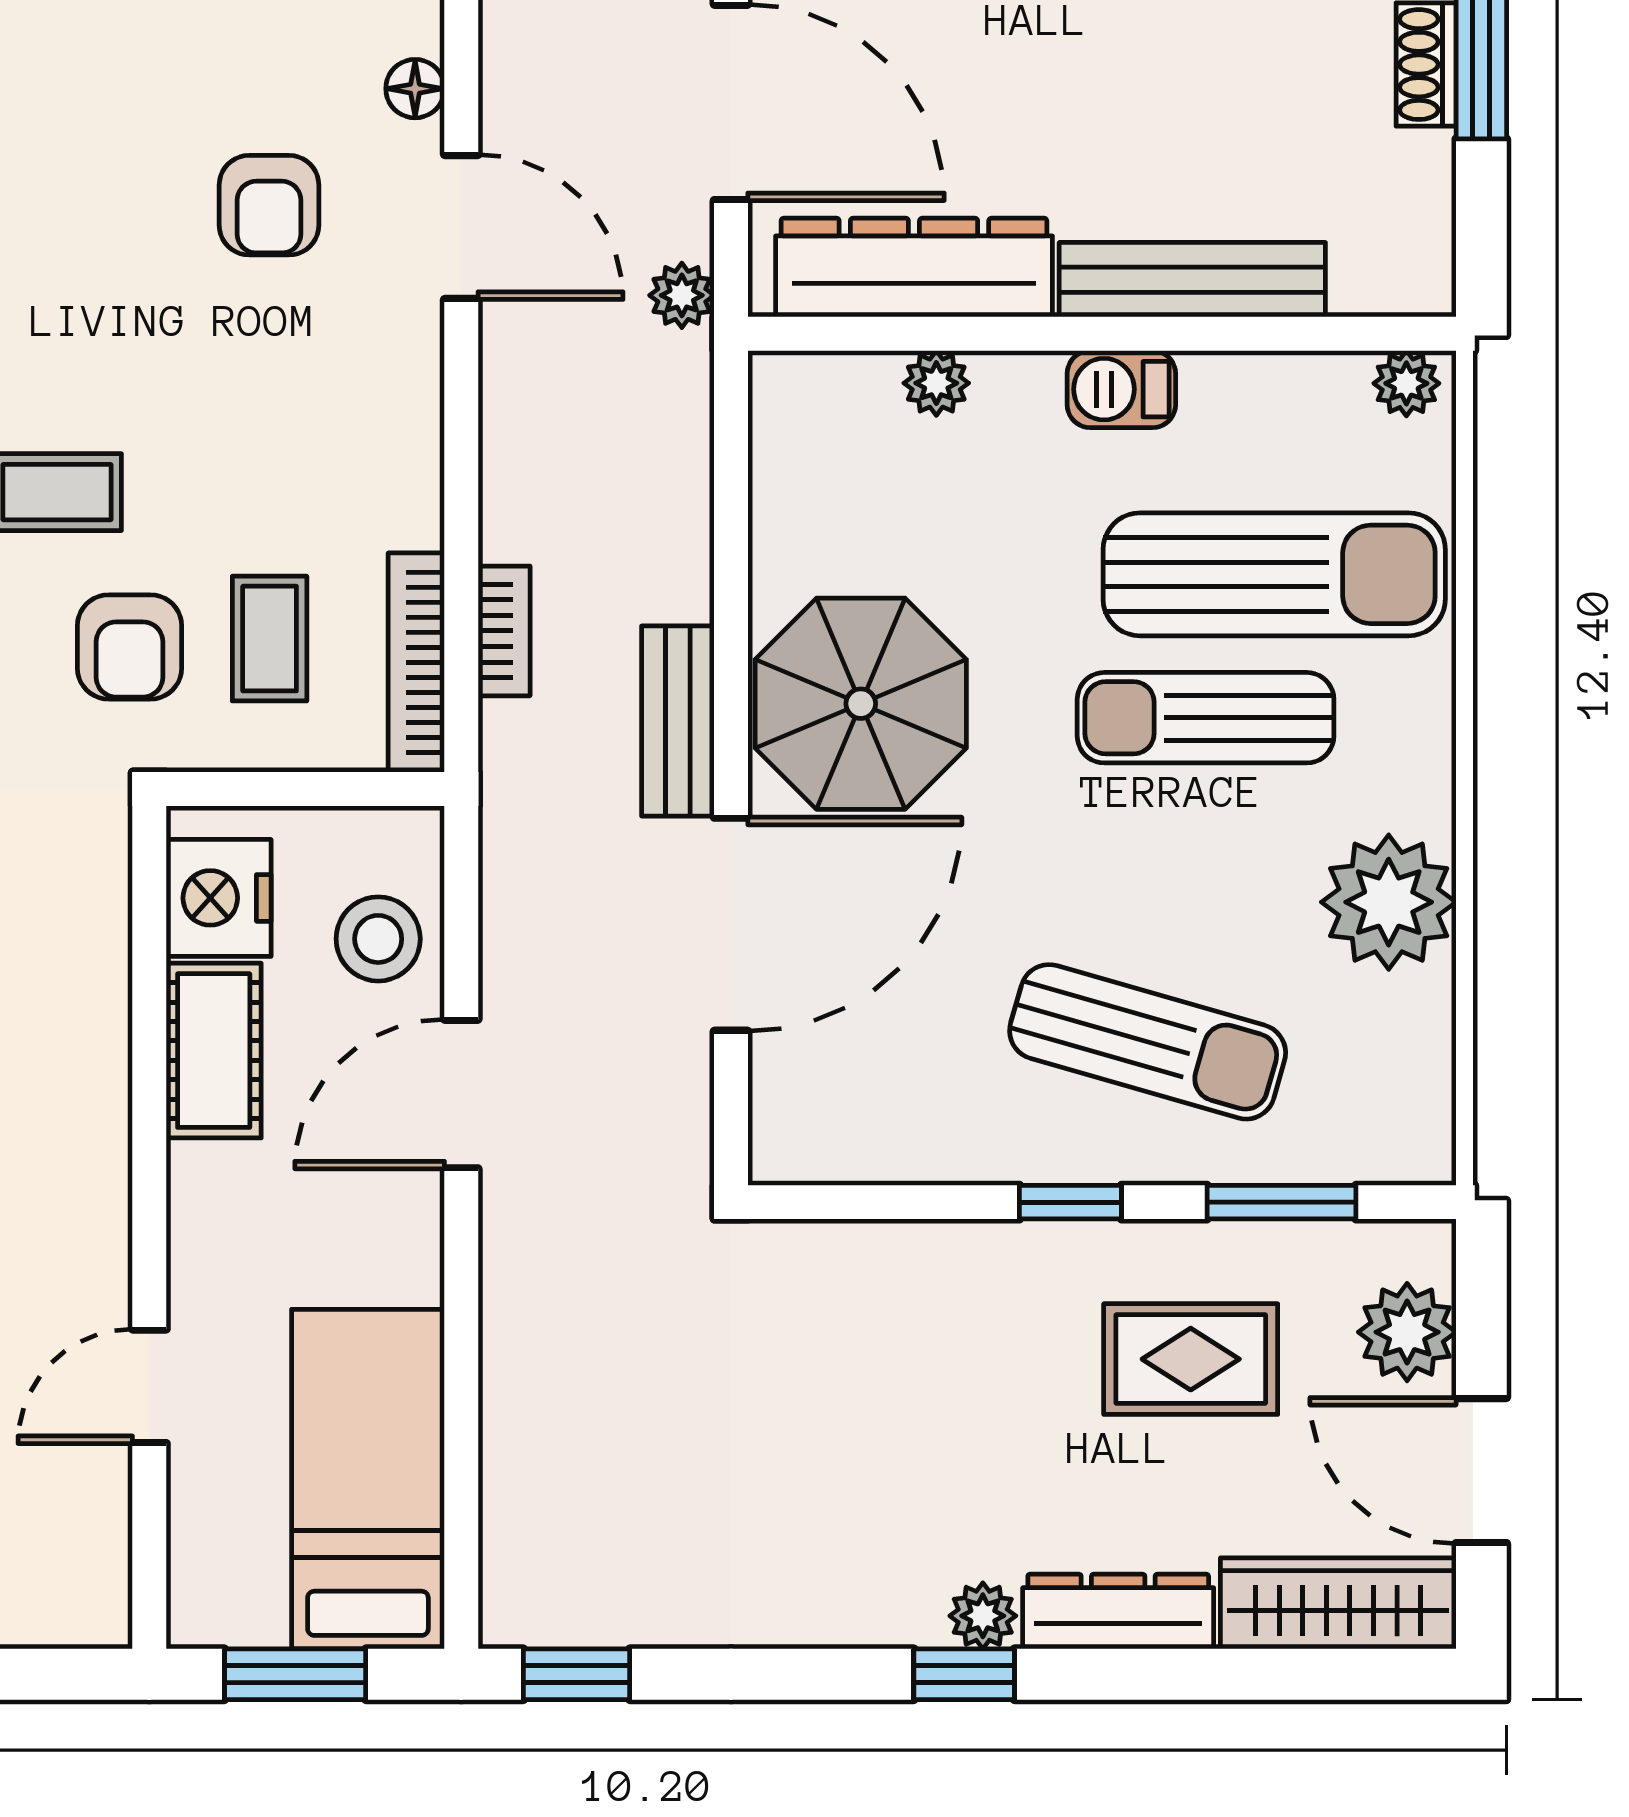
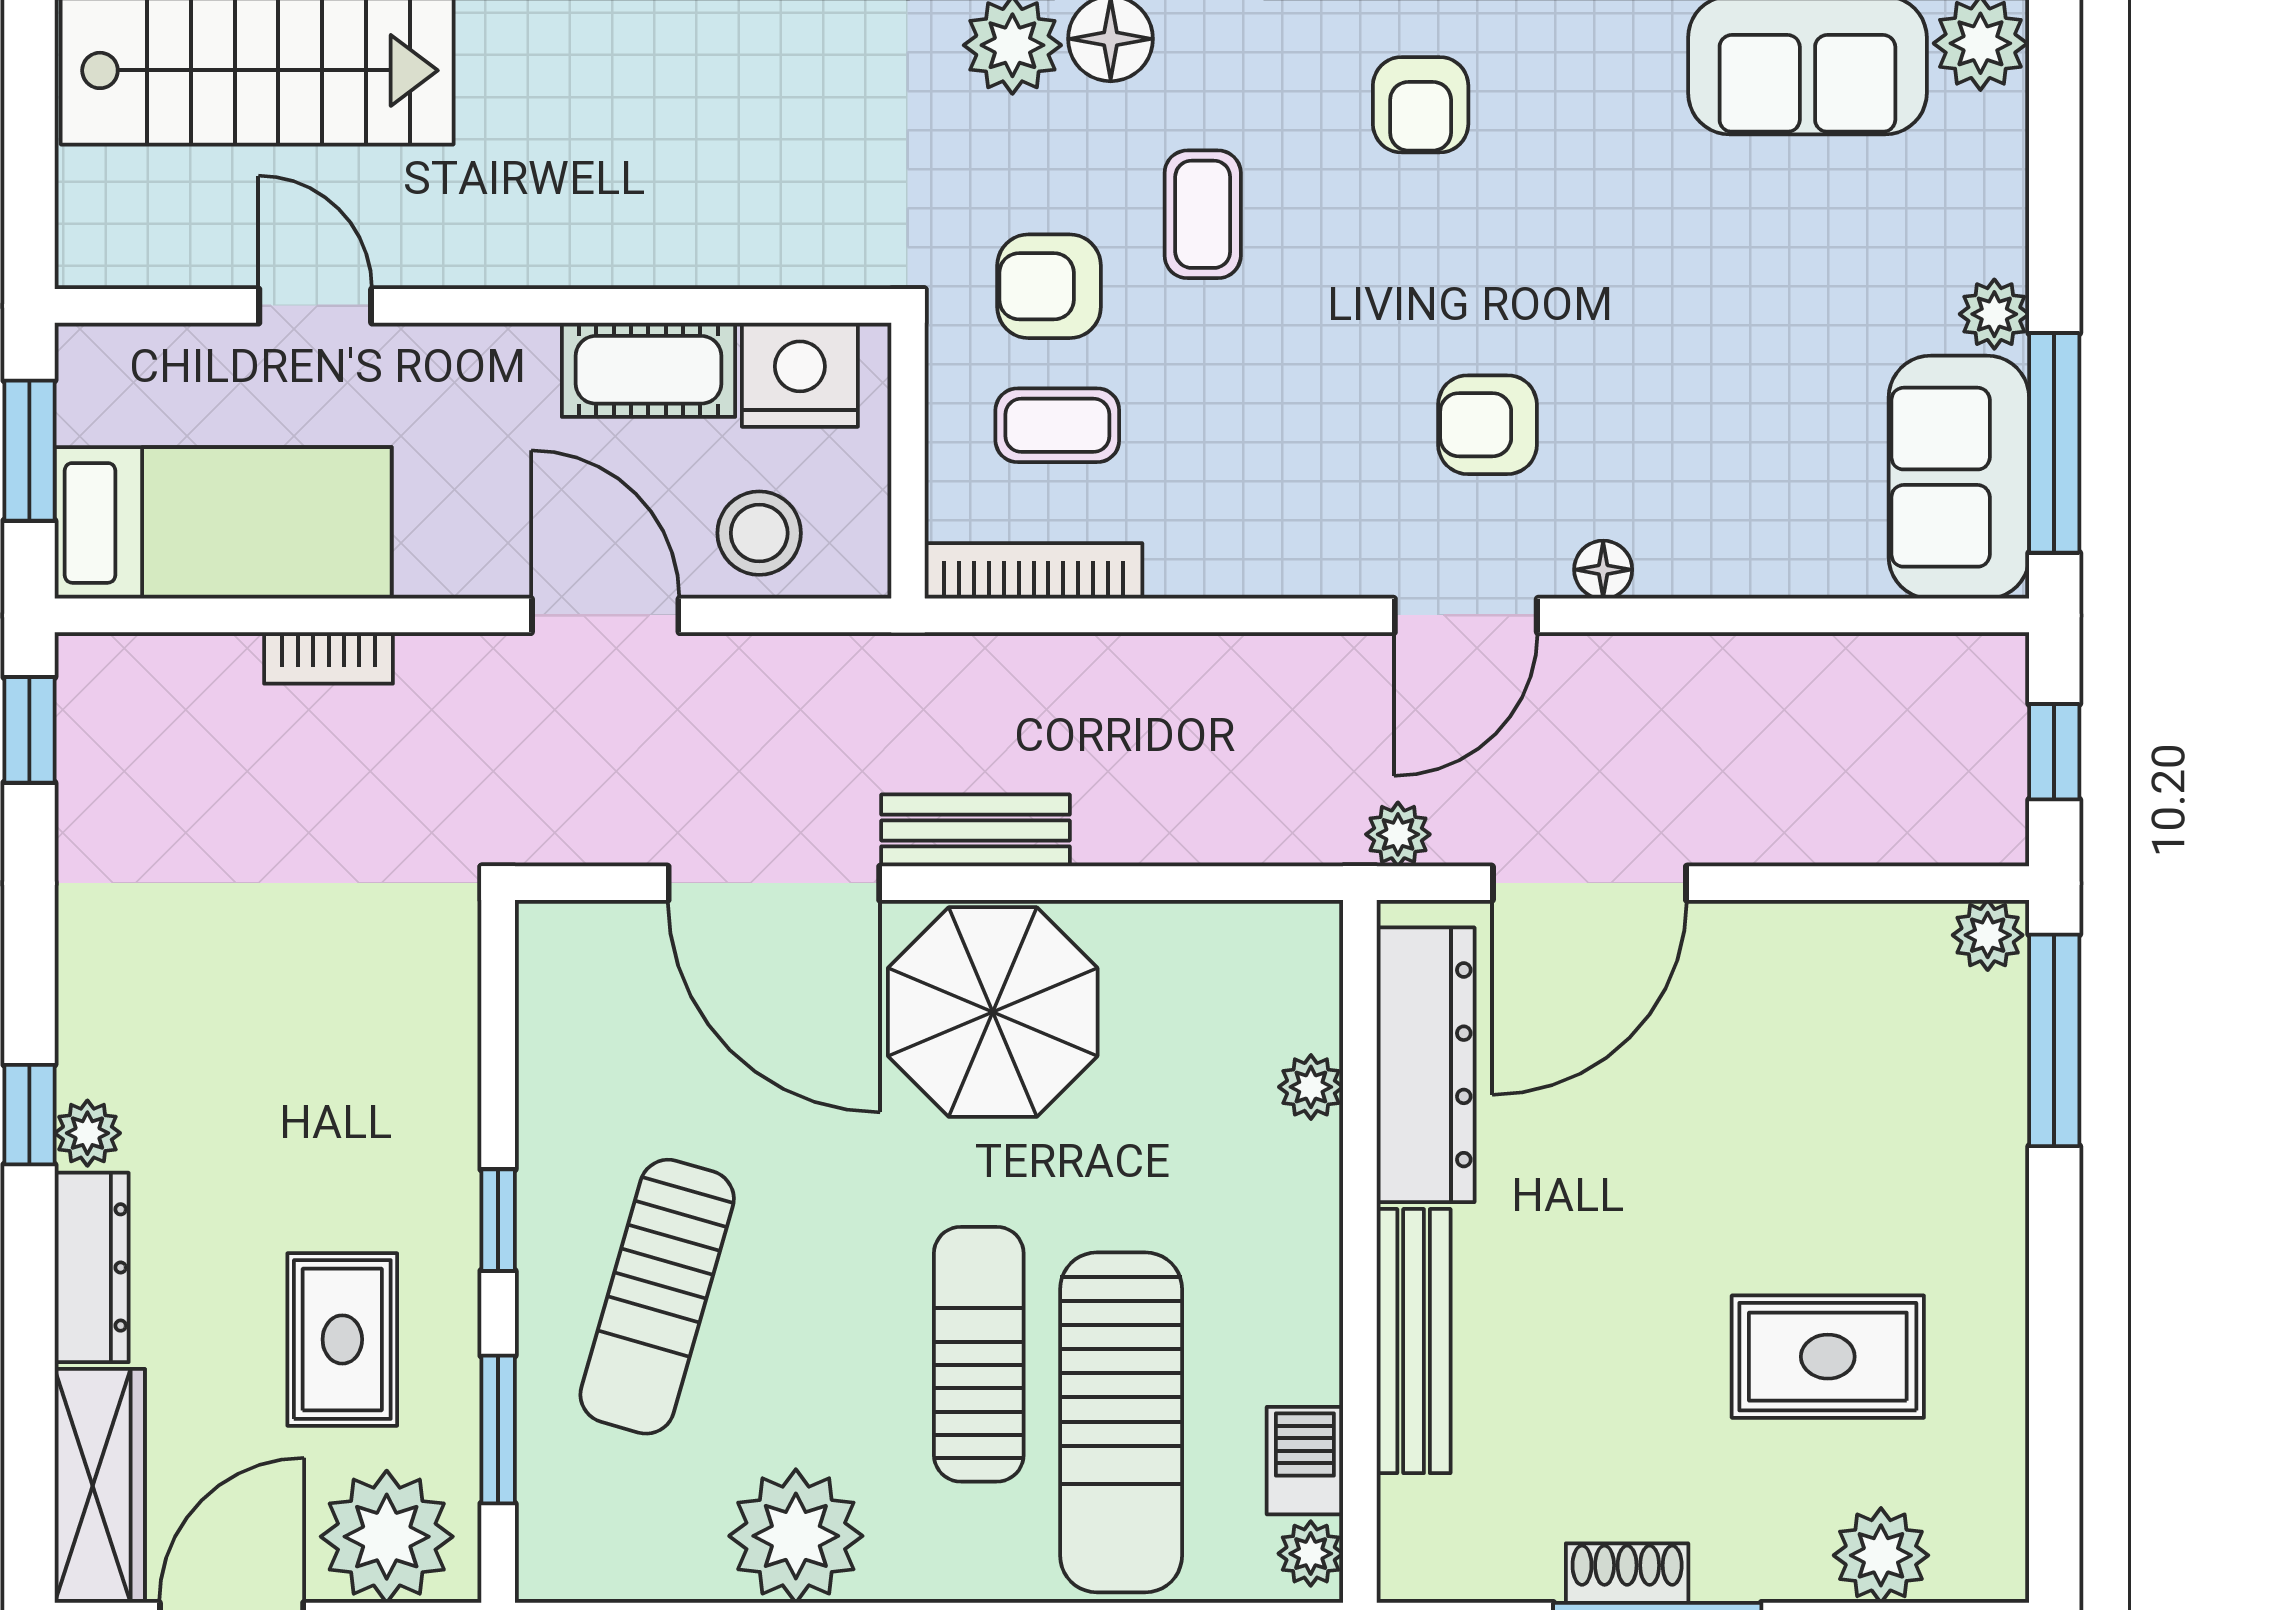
barbecue: (1121, 389) -> (1305, 1461), moved
bookcase: (504, 631) -> (329, 658), moved
plant: (1407, 1332) -> (387, 1537), width x1.36, depth x1.36

